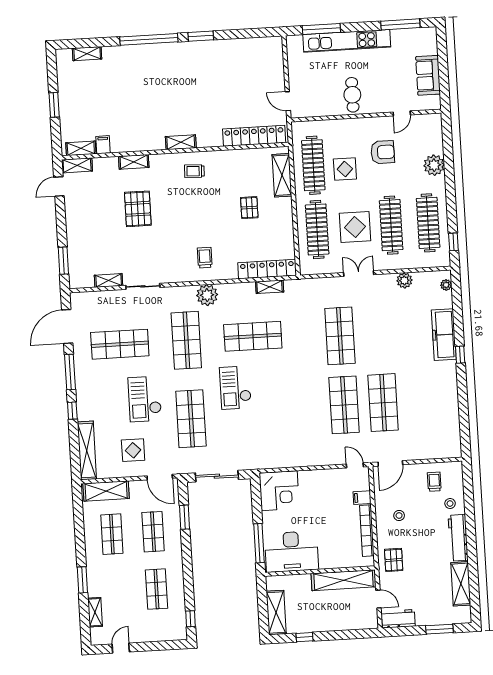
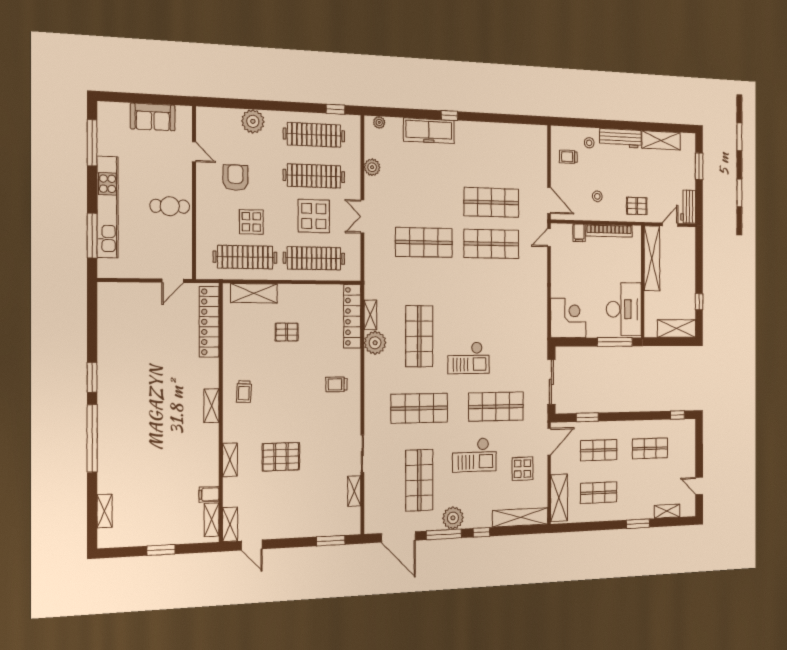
plant: (207, 295) -> (375, 343), moved
plant: (85, 380) -> (453, 518), added

